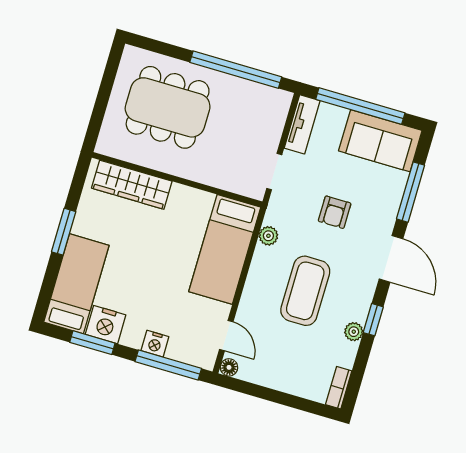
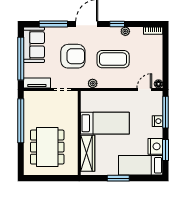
armchair: (335, 212) -> (73, 56), width x1.88, depth x1.88
bed: (225, 249) -> (105, 123), moved

